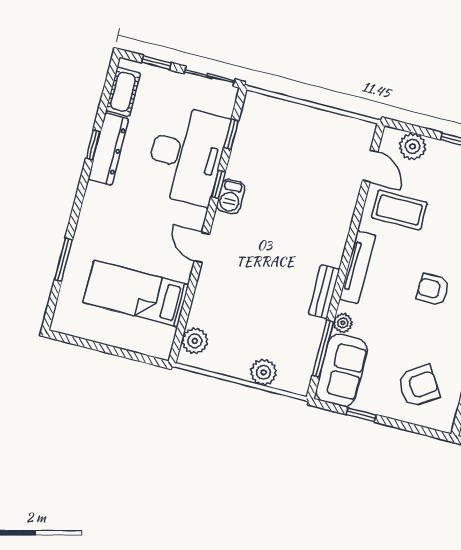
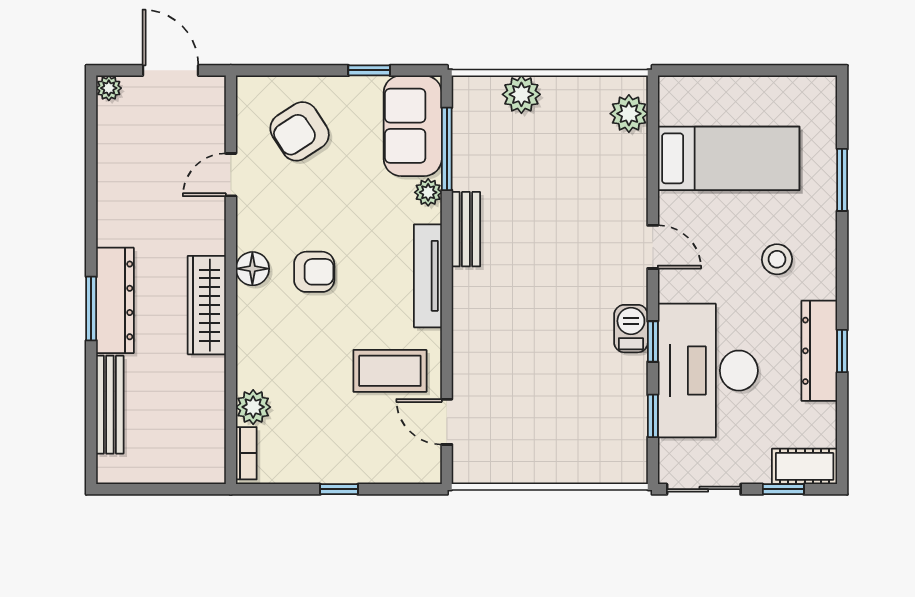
cot: (123, 92) -> (805, 466), moved, turned 90
plant: (413, 146) -> (395, 465), removed
stool: (121, 218) -> (777, 259), added

